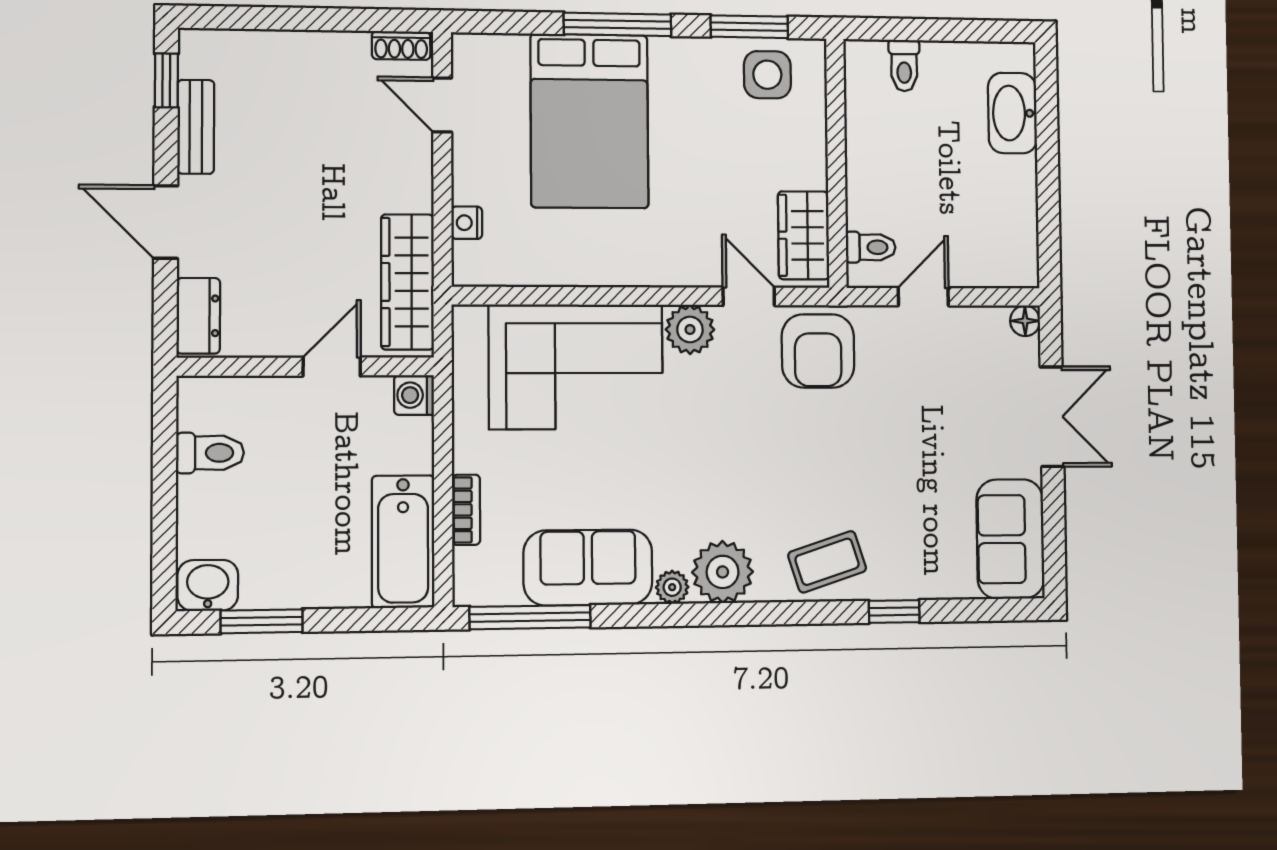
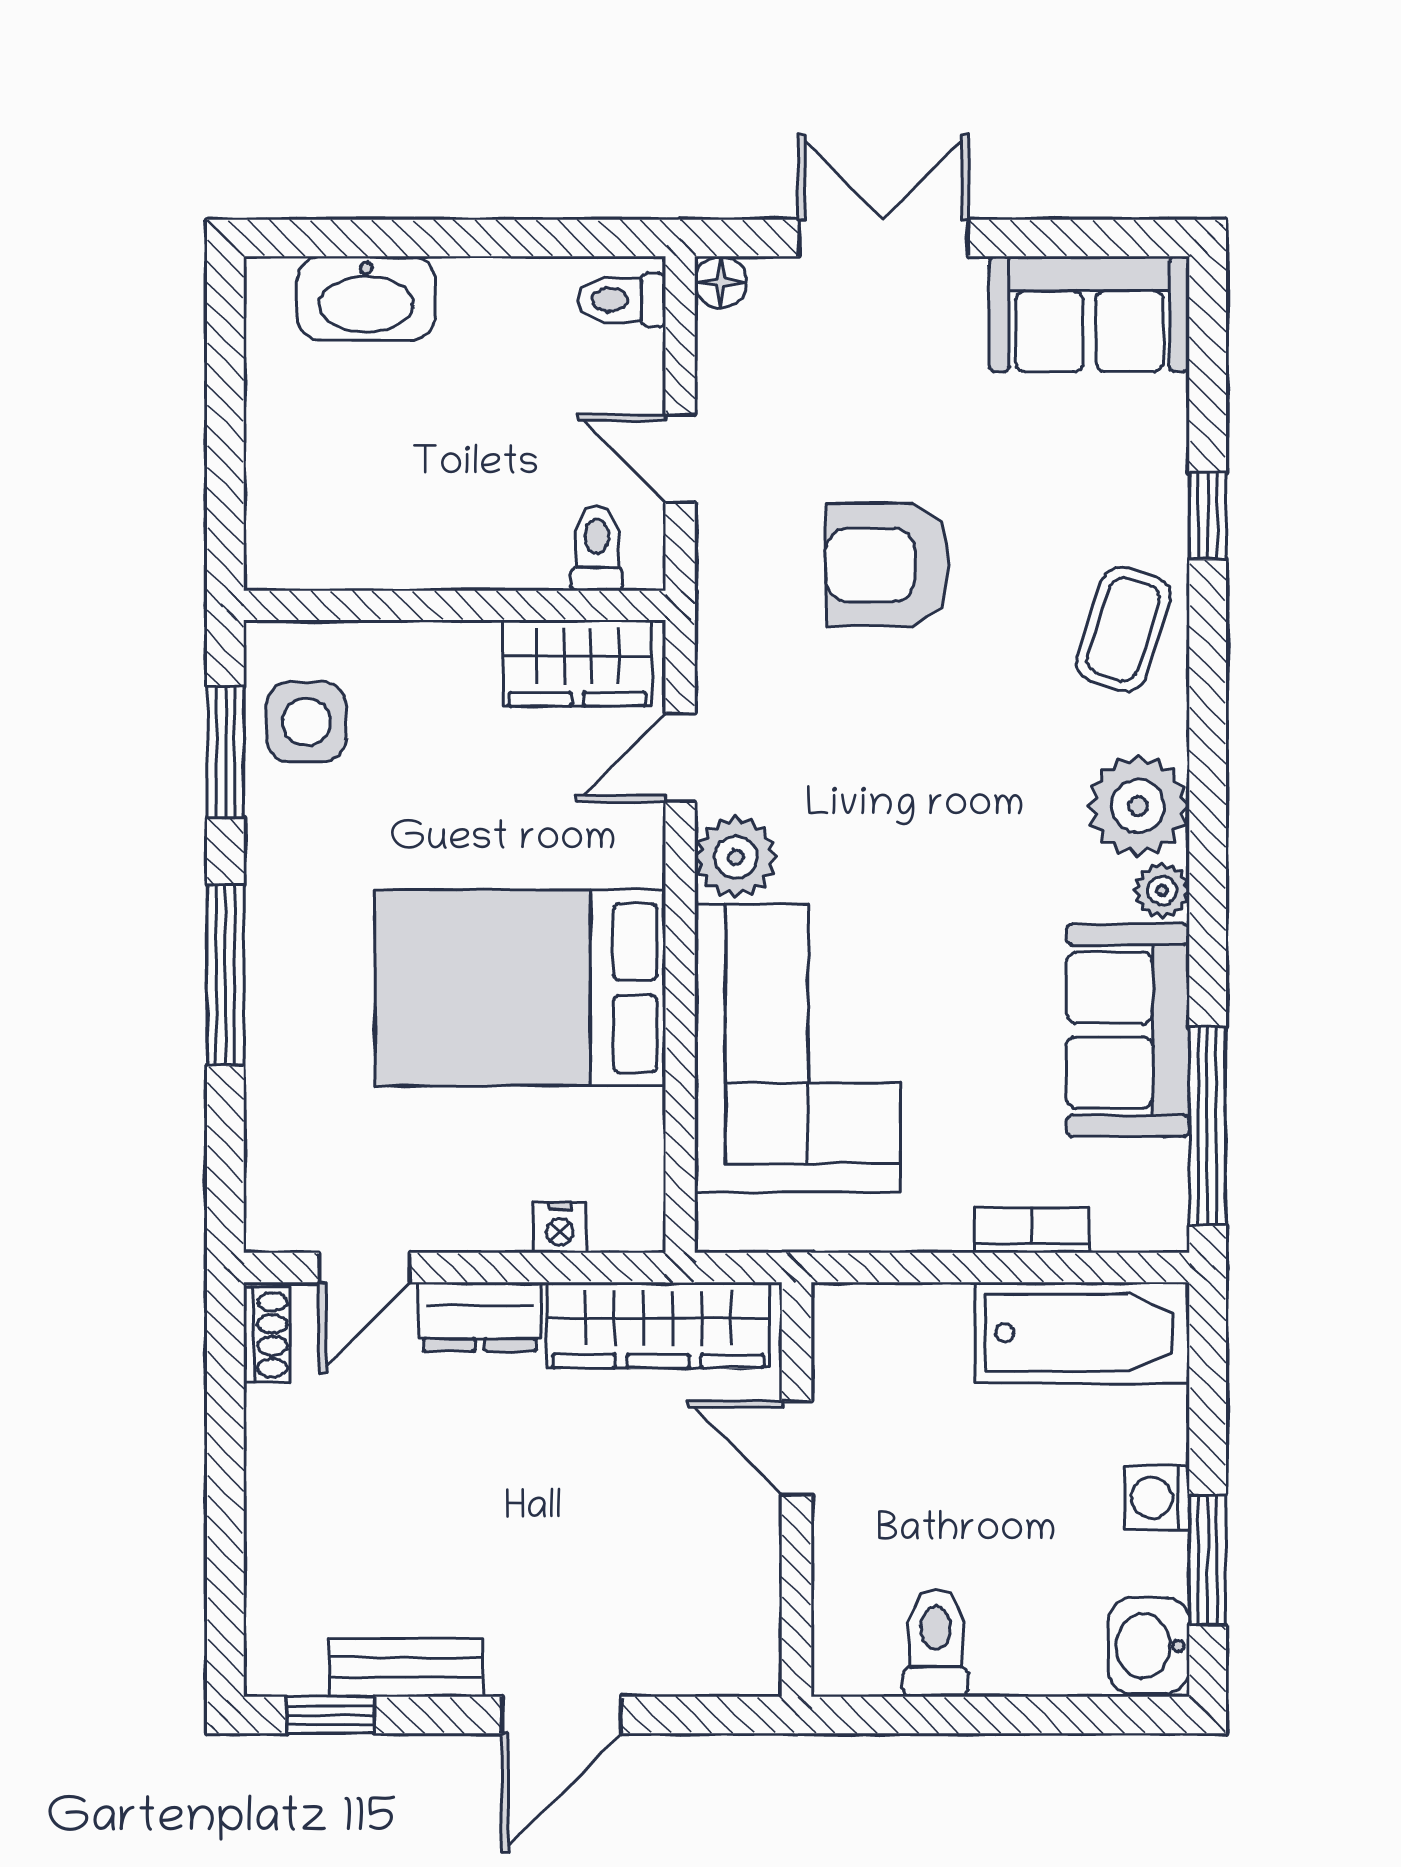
toilet: (904, 65) -> (622, 300), moved, turned 180
bed: (589, 121) -> (521, 988), moved, turned 180
dresser: (198, 316) -> (480, 1317), moved, turned 180
armchair: (818, 351) -> (888, 565), moved, turned 180
washing machine: (414, 395) -> (1157, 1498), moved, turned 90
coffee table: (827, 562) -> (1124, 629), turned 36

